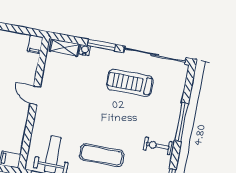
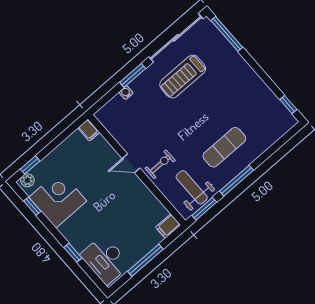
shelving: (64, 48) -> (111, 108), removed
window: (181, 122) -> (227, 34), moved
exercise bike: (158, 146) -> (160, 164), moved, turned 180

